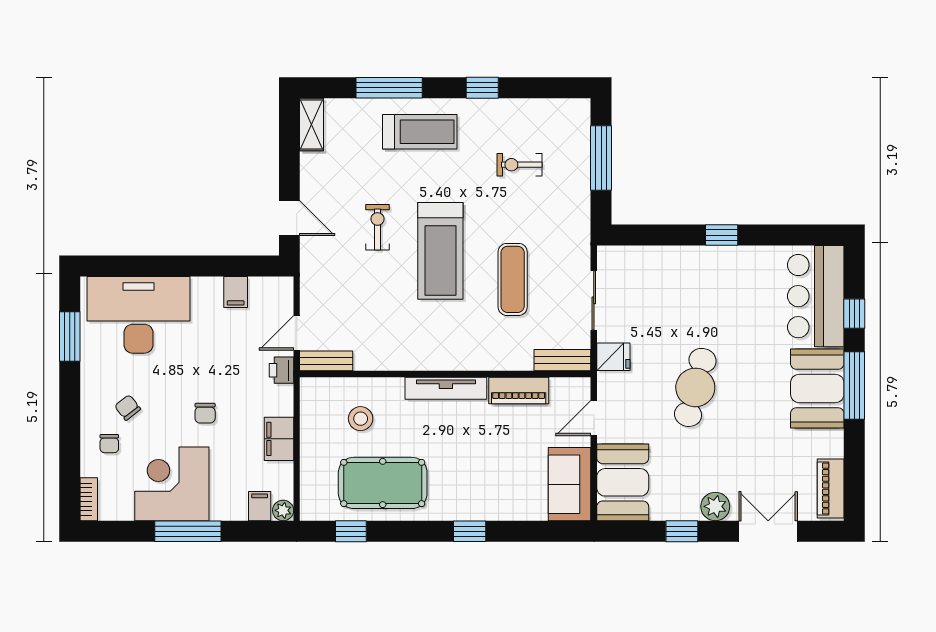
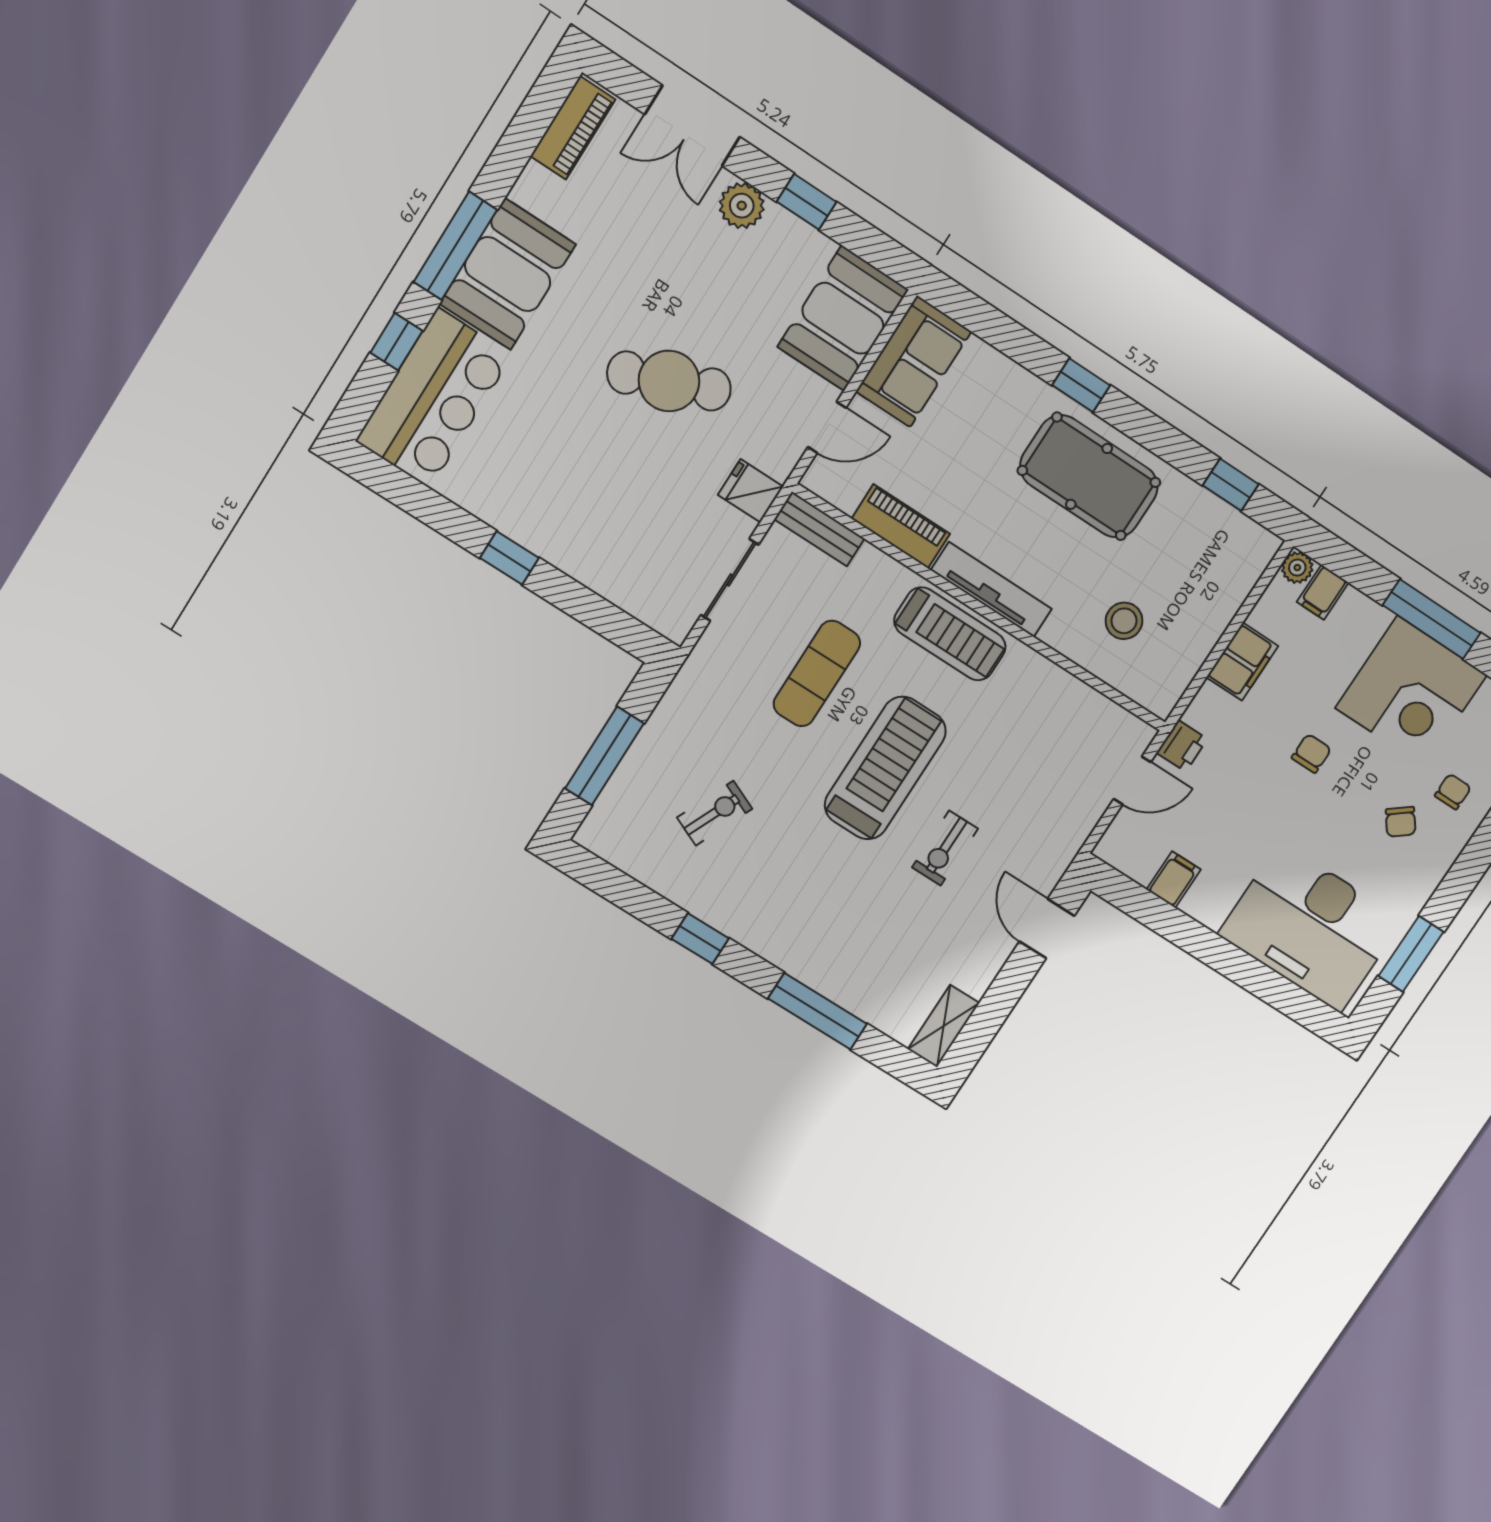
treadmill: (420, 132) -> (950, 634), moved, turned 180
exercise bike: (519, 165) -> (715, 813), turned -66
bench: (326, 361) -> (1119, 722), removed
cafe table: (695, 387) -> (669, 381), turned 53
pool table: (383, 483) -> (1089, 476), moved

